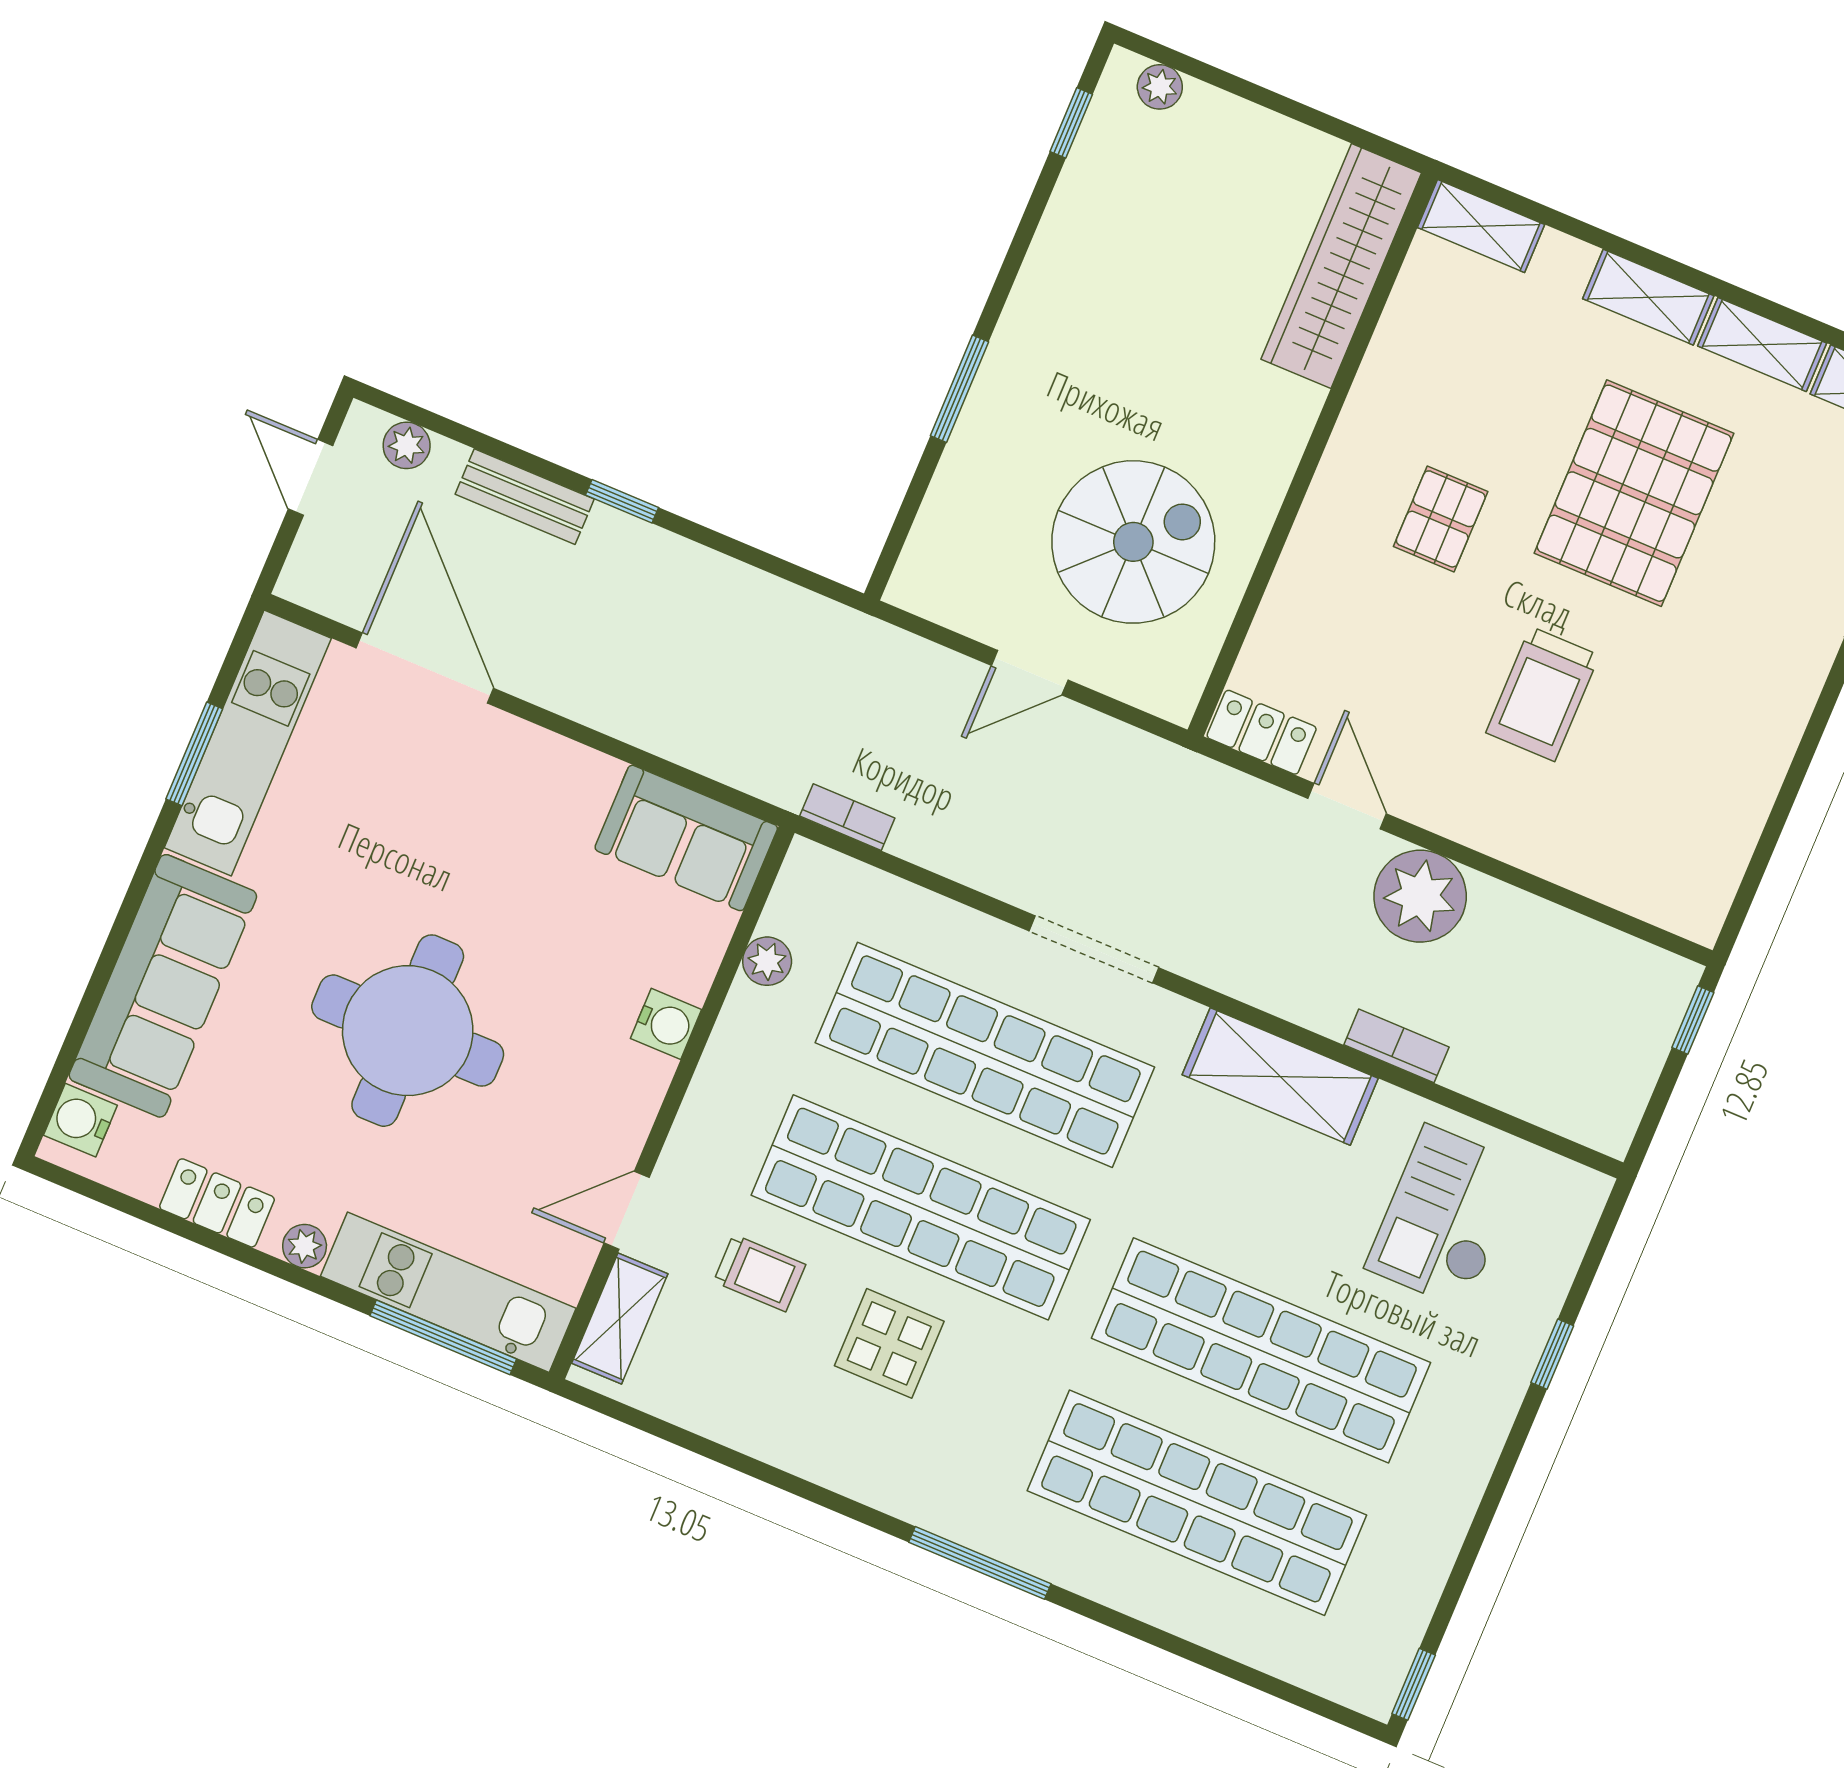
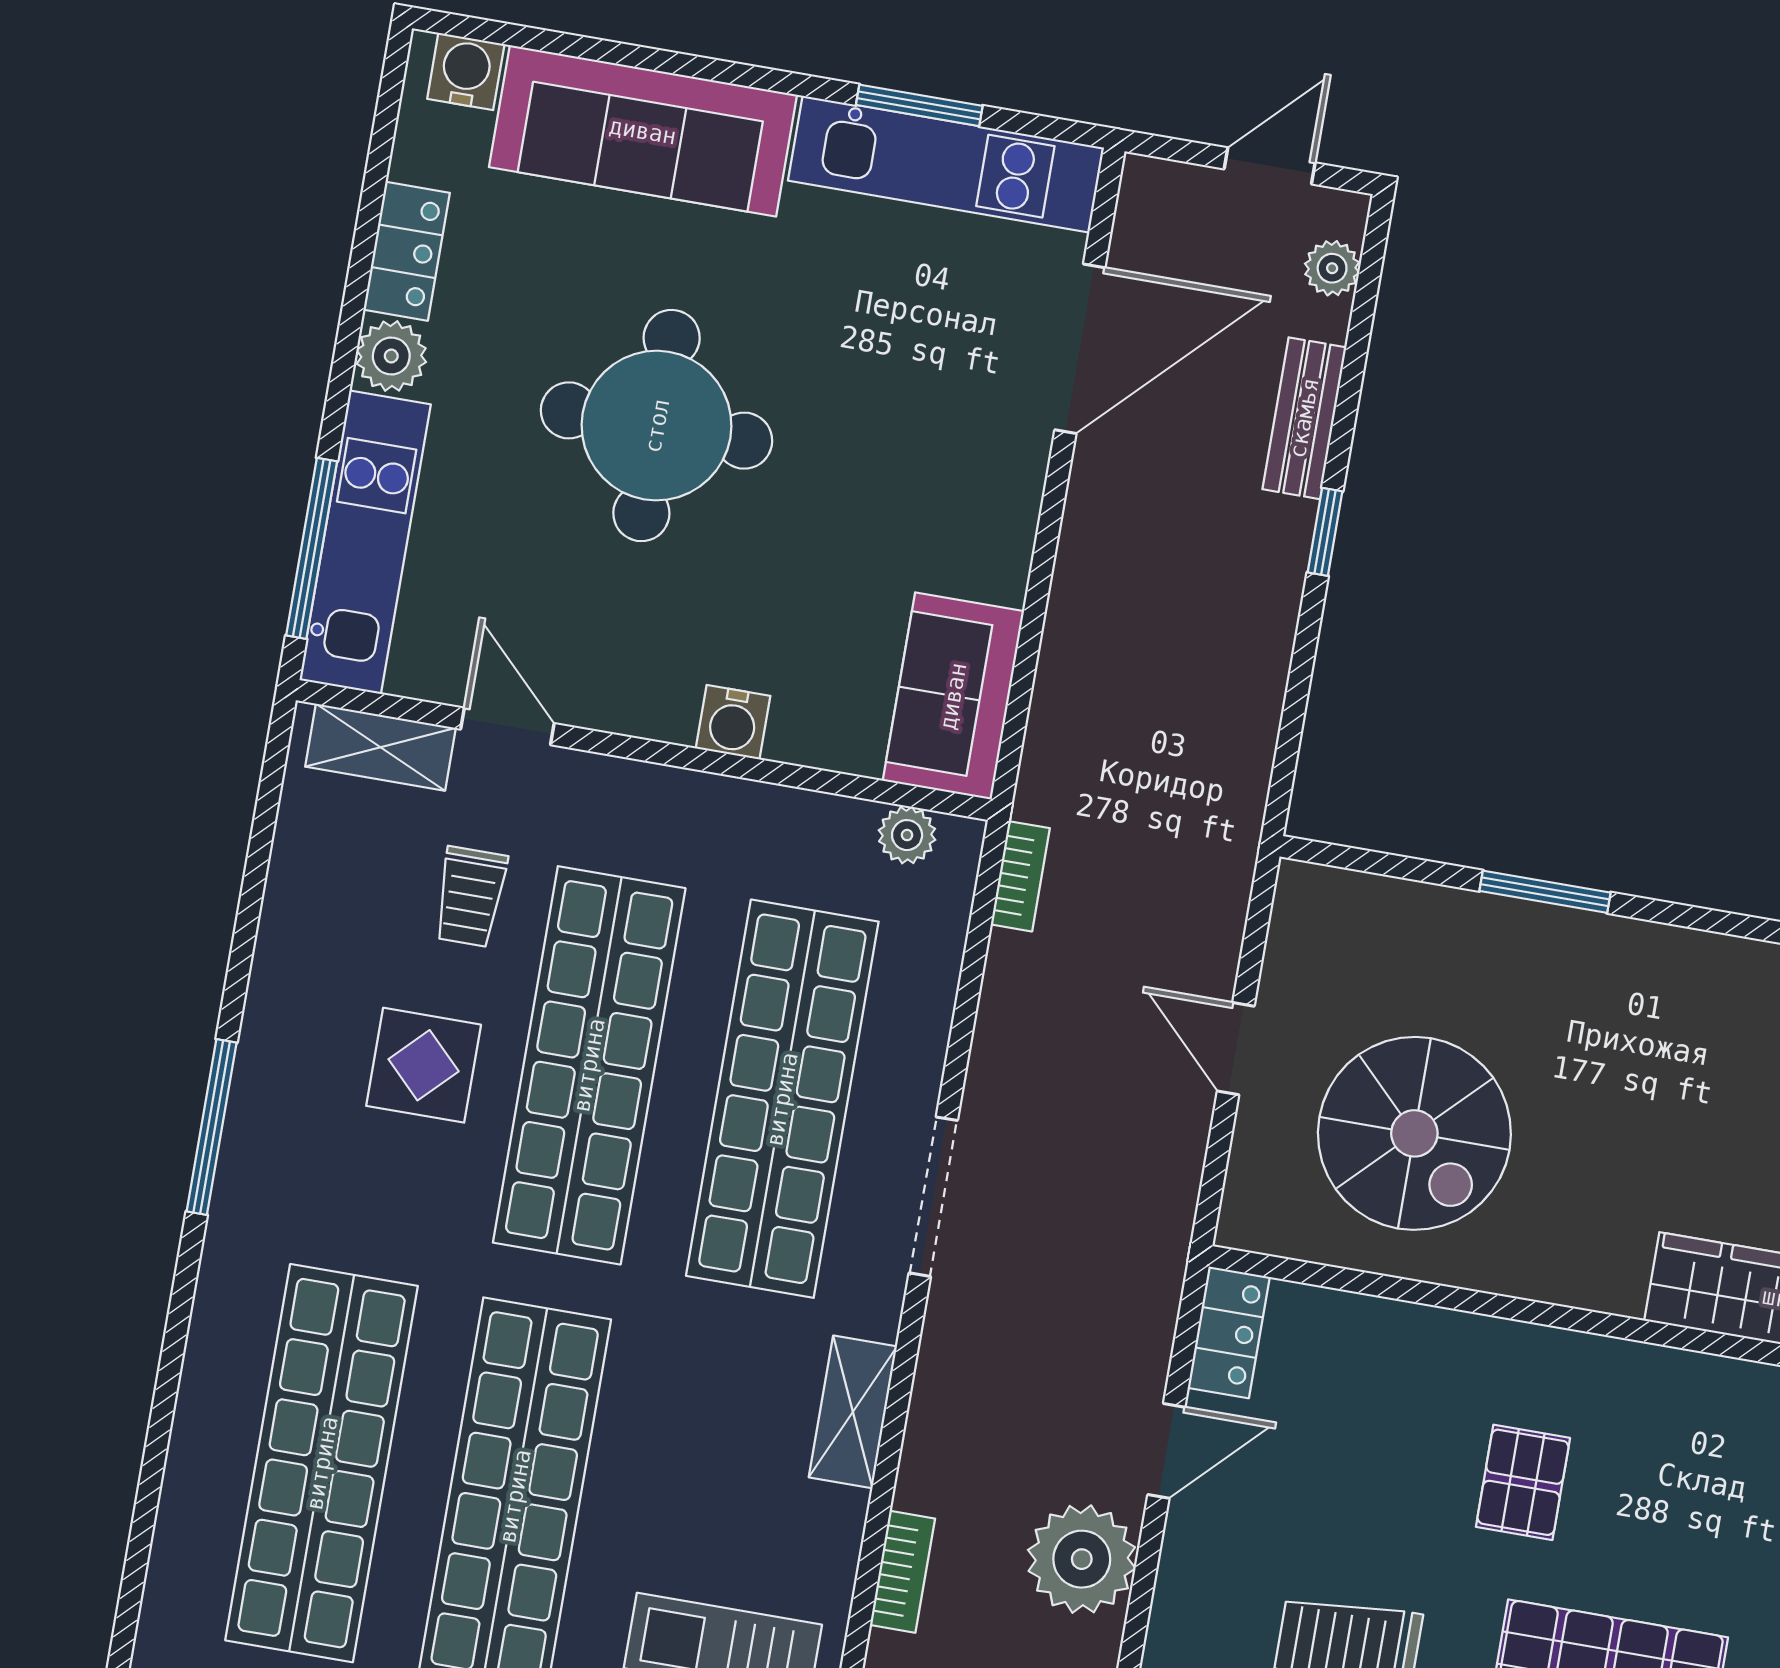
pallet: (1441, 519) -> (1523, 1482), turned 90
plant: (767, 961) -> (907, 835), moved
shelving: (1280, 1076) -> (853, 1412), width x0.67, depth x0.75
plant: (305, 1246) -> (391, 356), width x1.38, depth x1.38
window: (980, 1563) -> (212, 1127), moved

